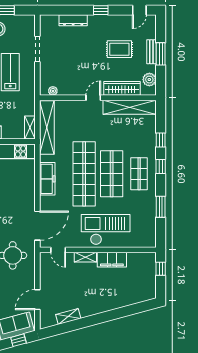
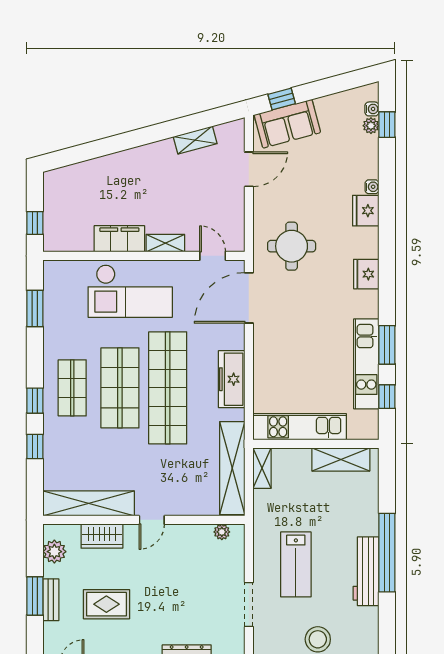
wardrobe: (122, 88) -> (102, 536), width x0.67
window: (161, 207) -> (35, 308), moved

